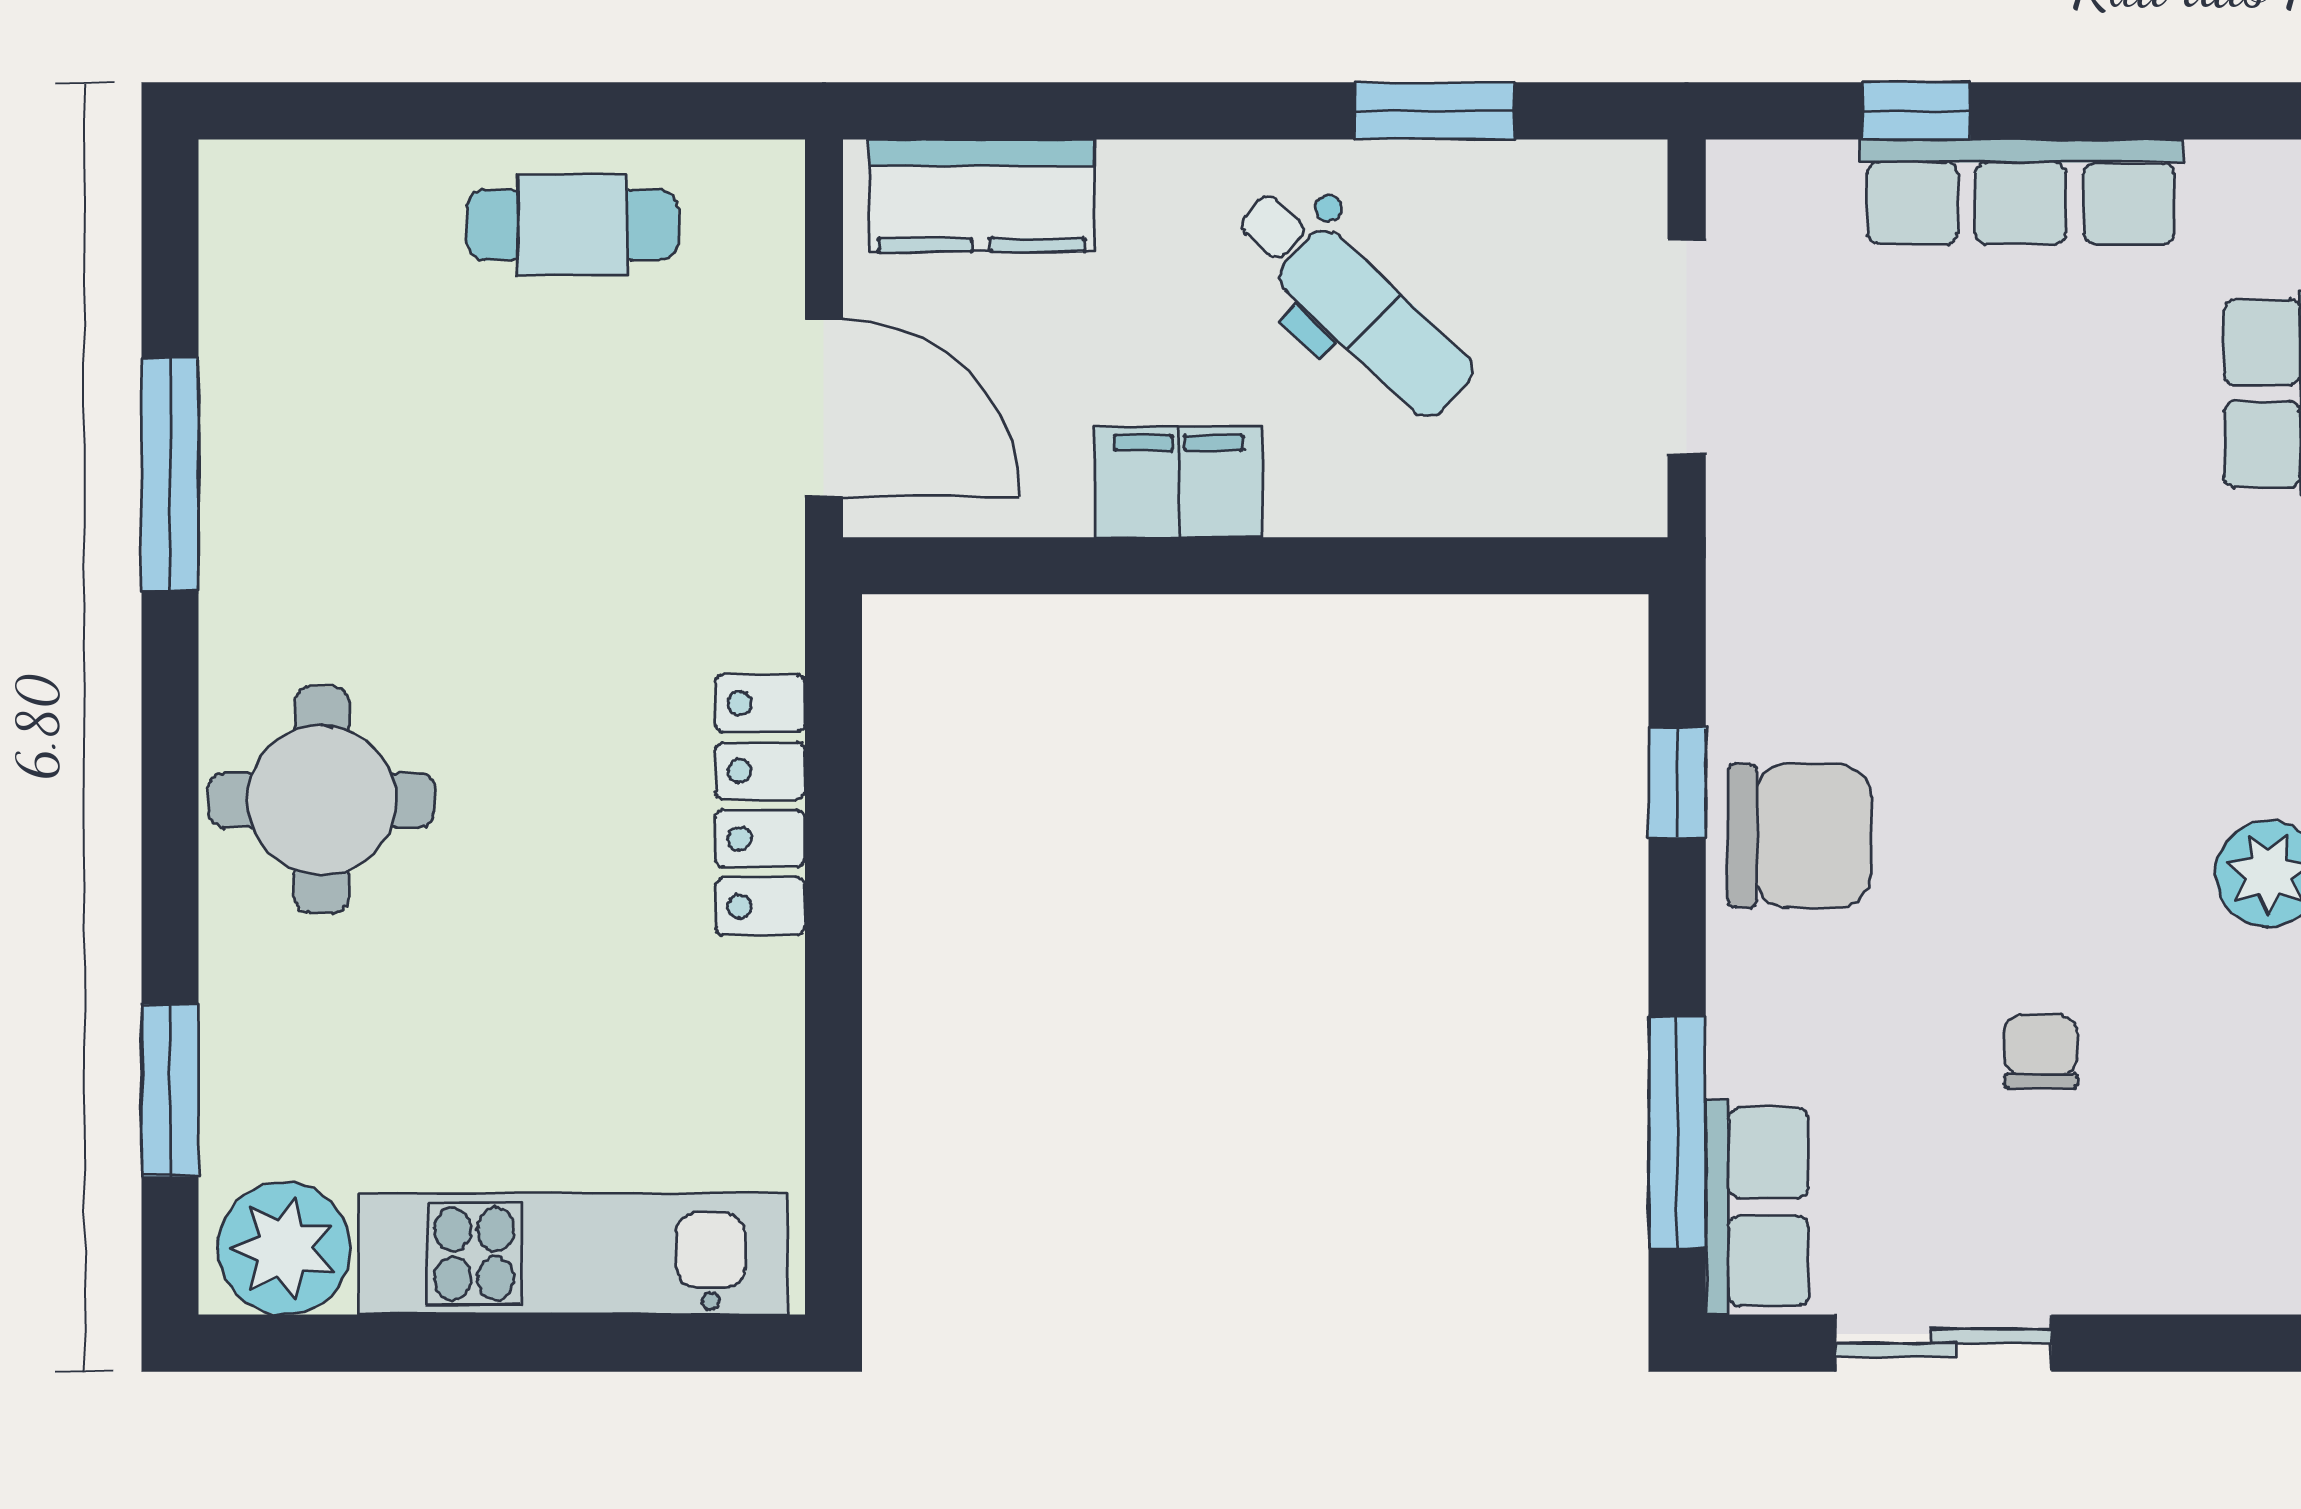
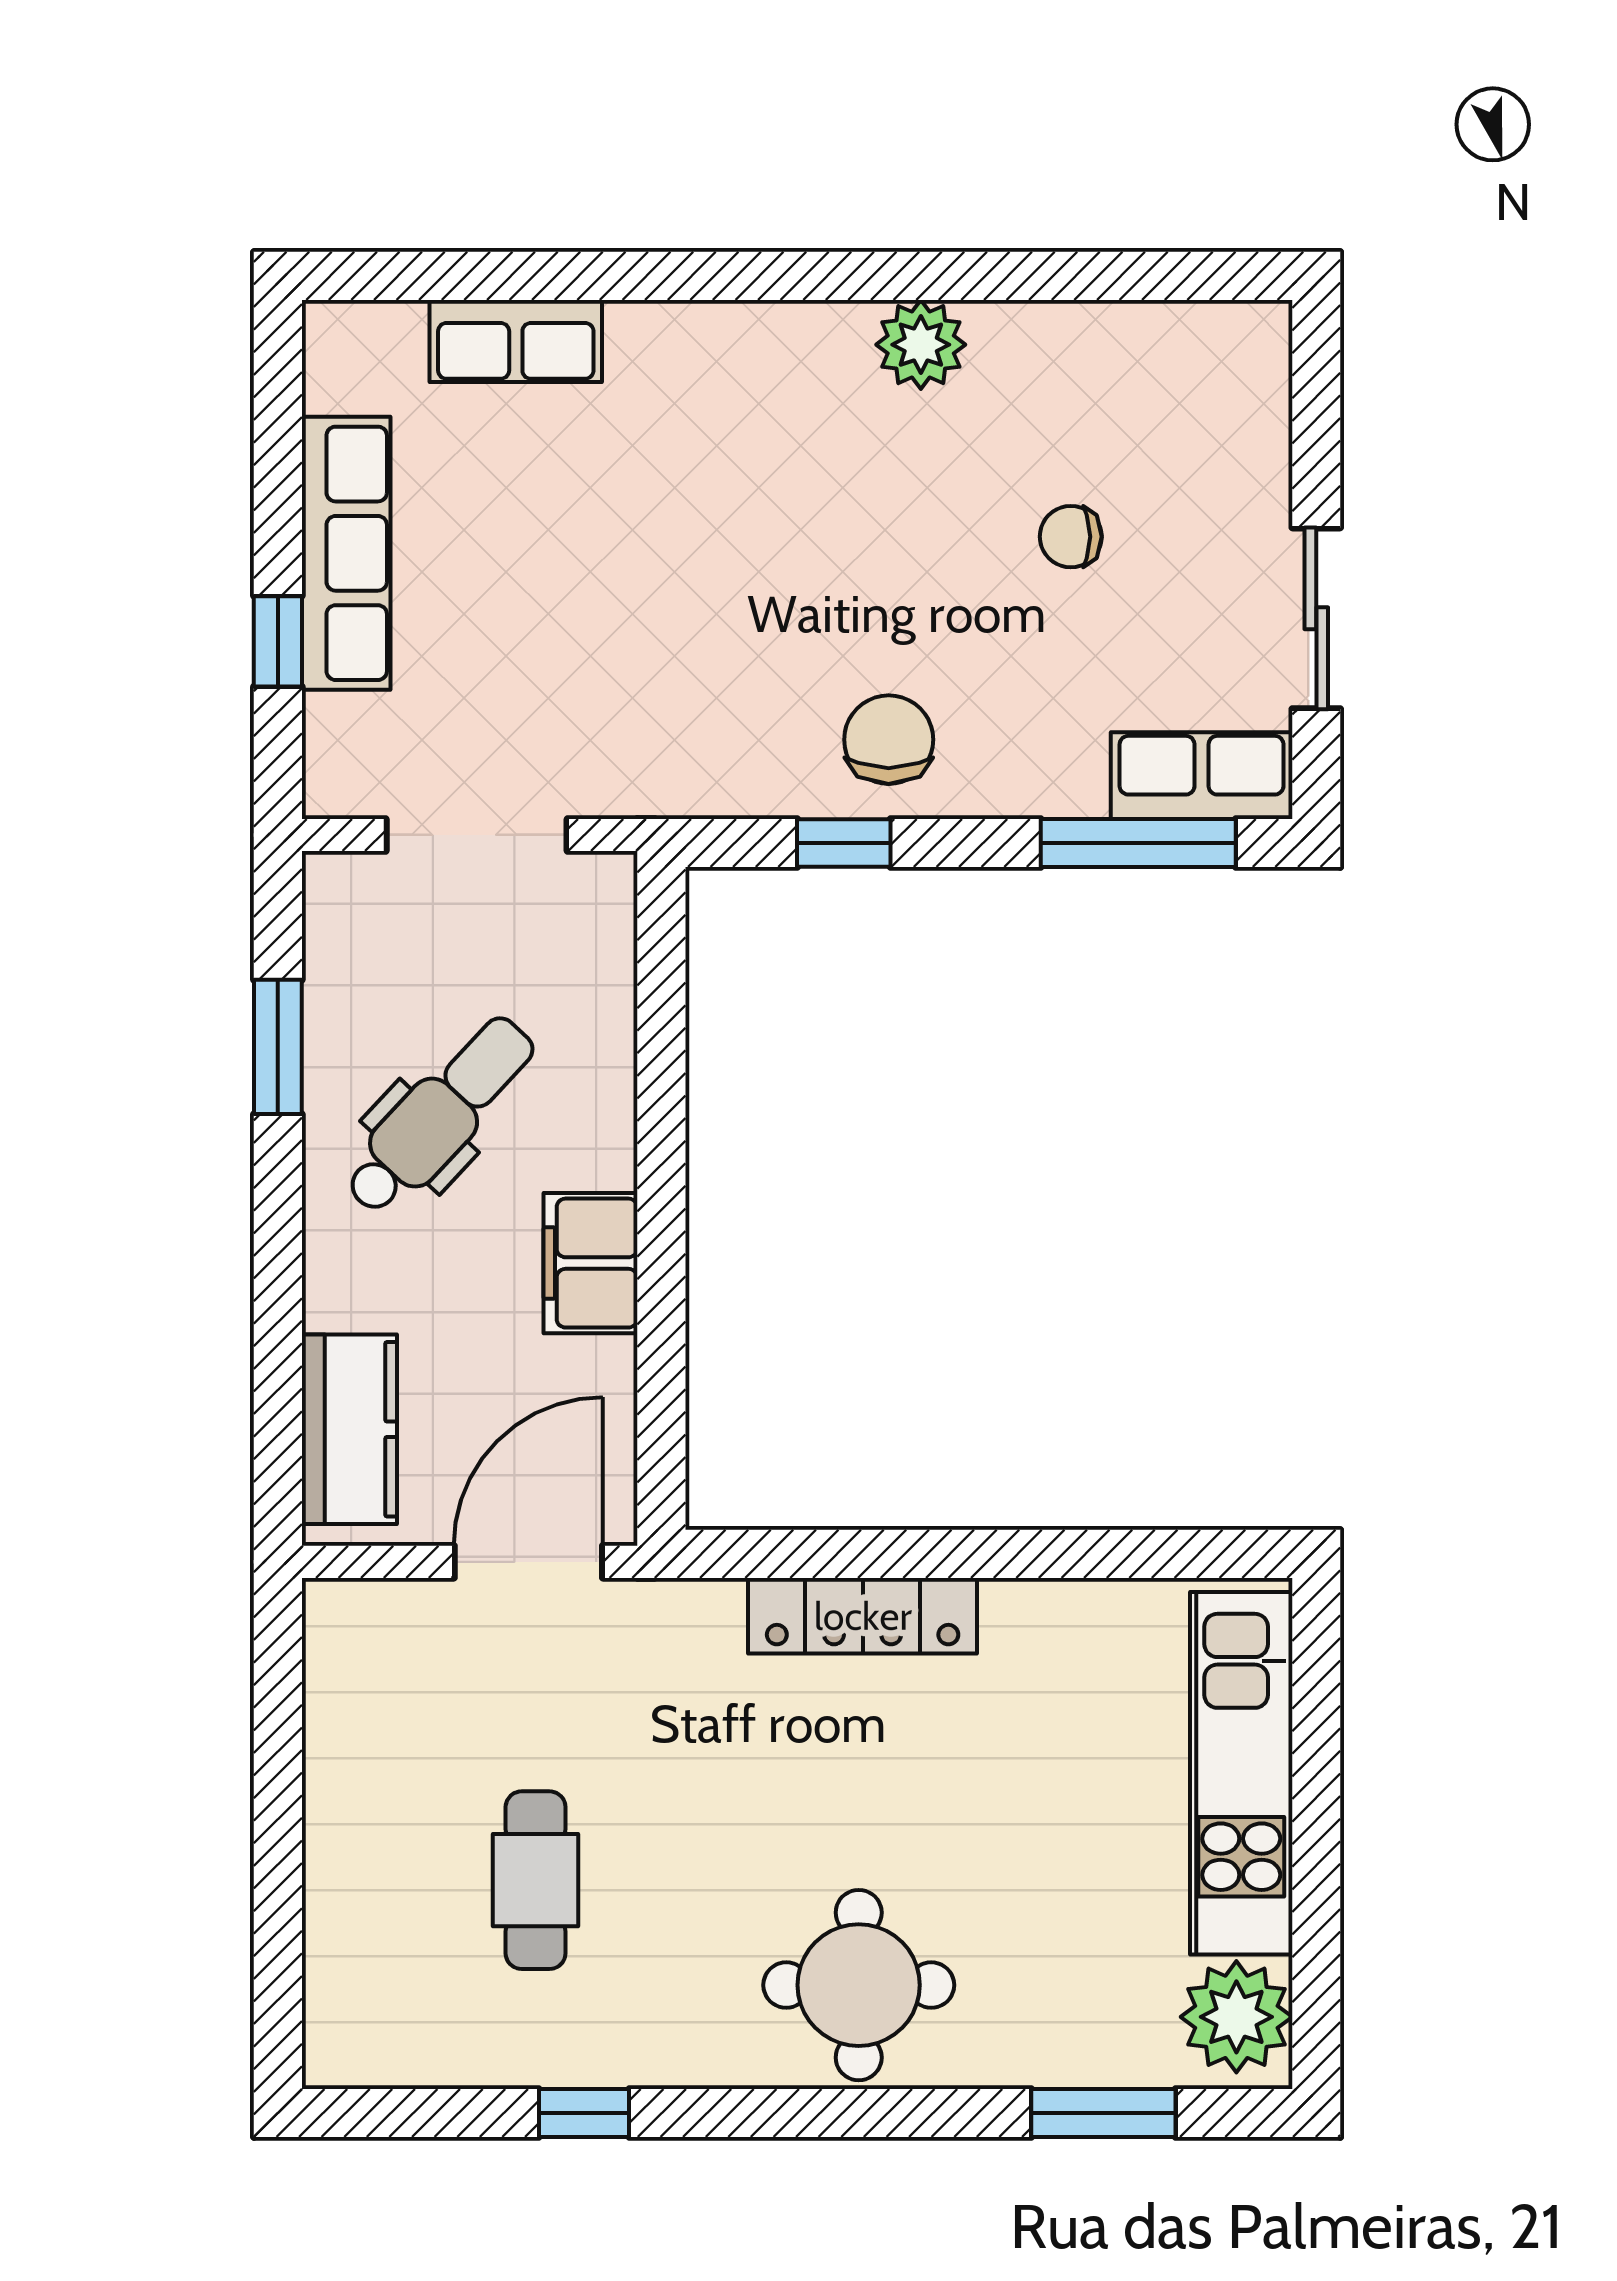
cafe table: (573, 225) -> (536, 1880), moved
window: (170, 474) -> (584, 2113), width x0.46
chair: (1800, 836) -> (889, 740), width x0.73, depth x0.73

